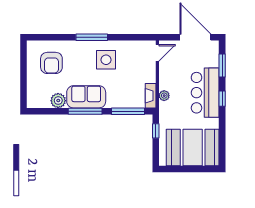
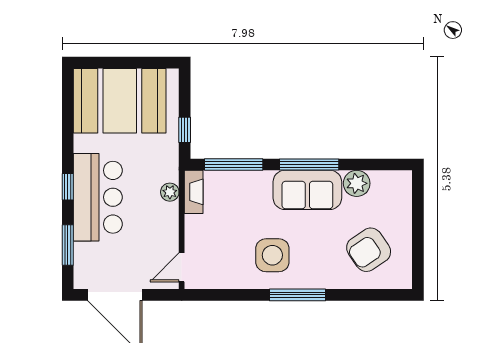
armchair: (51, 63) -> (369, 250), turned -124

